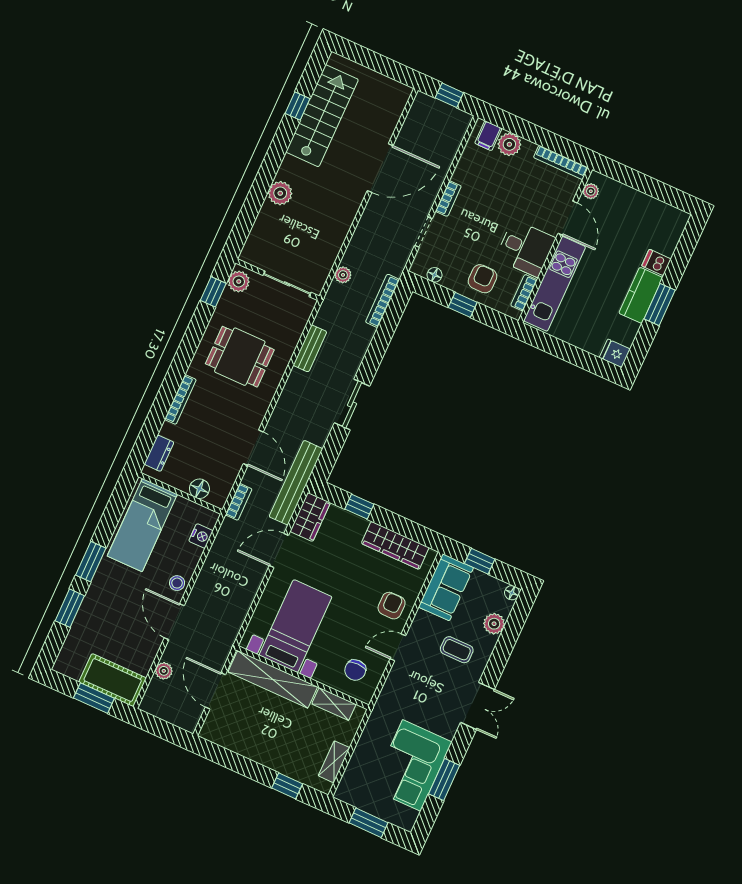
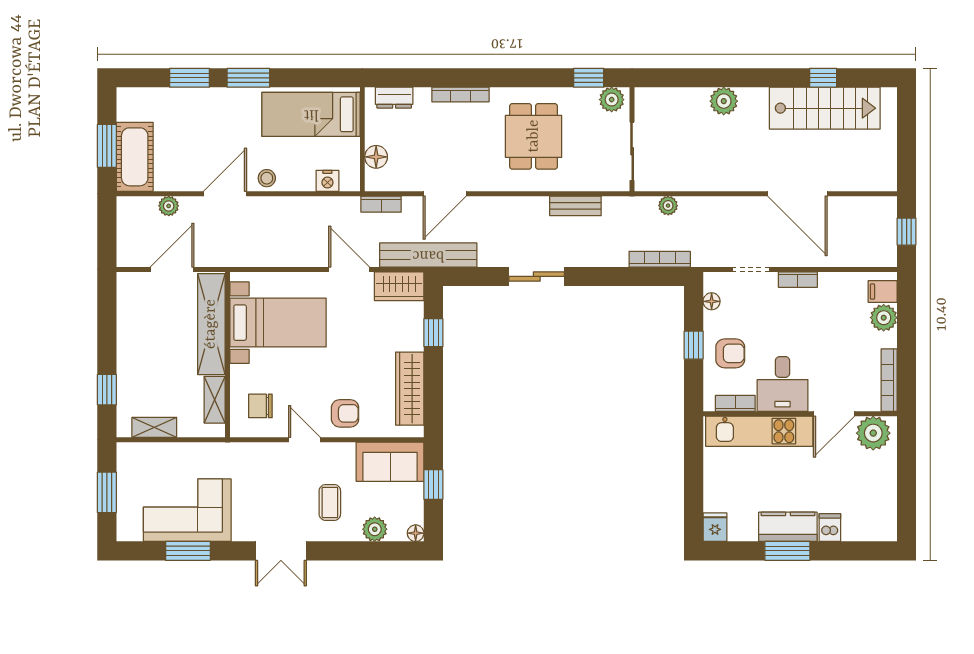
plant: (591, 191) -> (873, 433), width x1.88, depth x1.88

